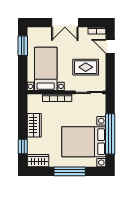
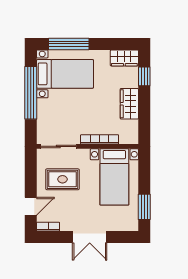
double door: (65, 23) -> (90, 237), swing flipped
door: (110, 46) -> (31, 206), hinge flipped
bed with nightstands: (84, 142) -> (65, 74), width x0.73
window: (70, 171) -> (69, 44), moved

